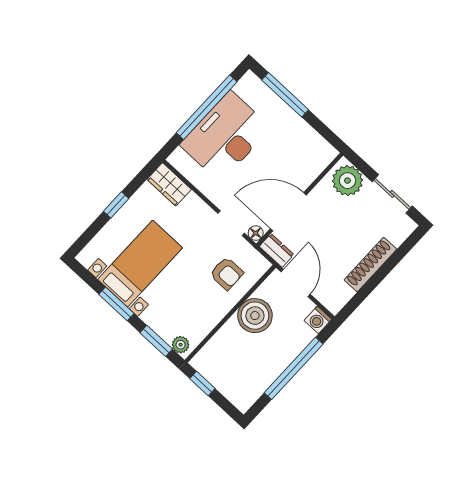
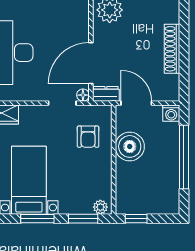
armchair: (227, 273) -> (88, 137), turned 90

